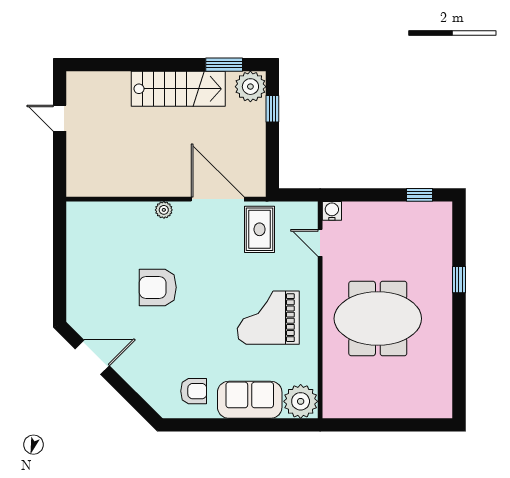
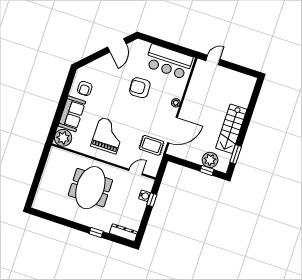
plant: (250, 87) -> (210, 160), moved
door: (60, 118) -> (213, 60), moved
window: (420, 195) -> (152, 200), moved
water cooler: (332, 211) -> (145, 196), moved
dresser: (442, 228) -> (123, 233), added
bar counter: (90, 249) -> (169, 62), added
armchair: (158, 287) -> (140, 88), turned -93

